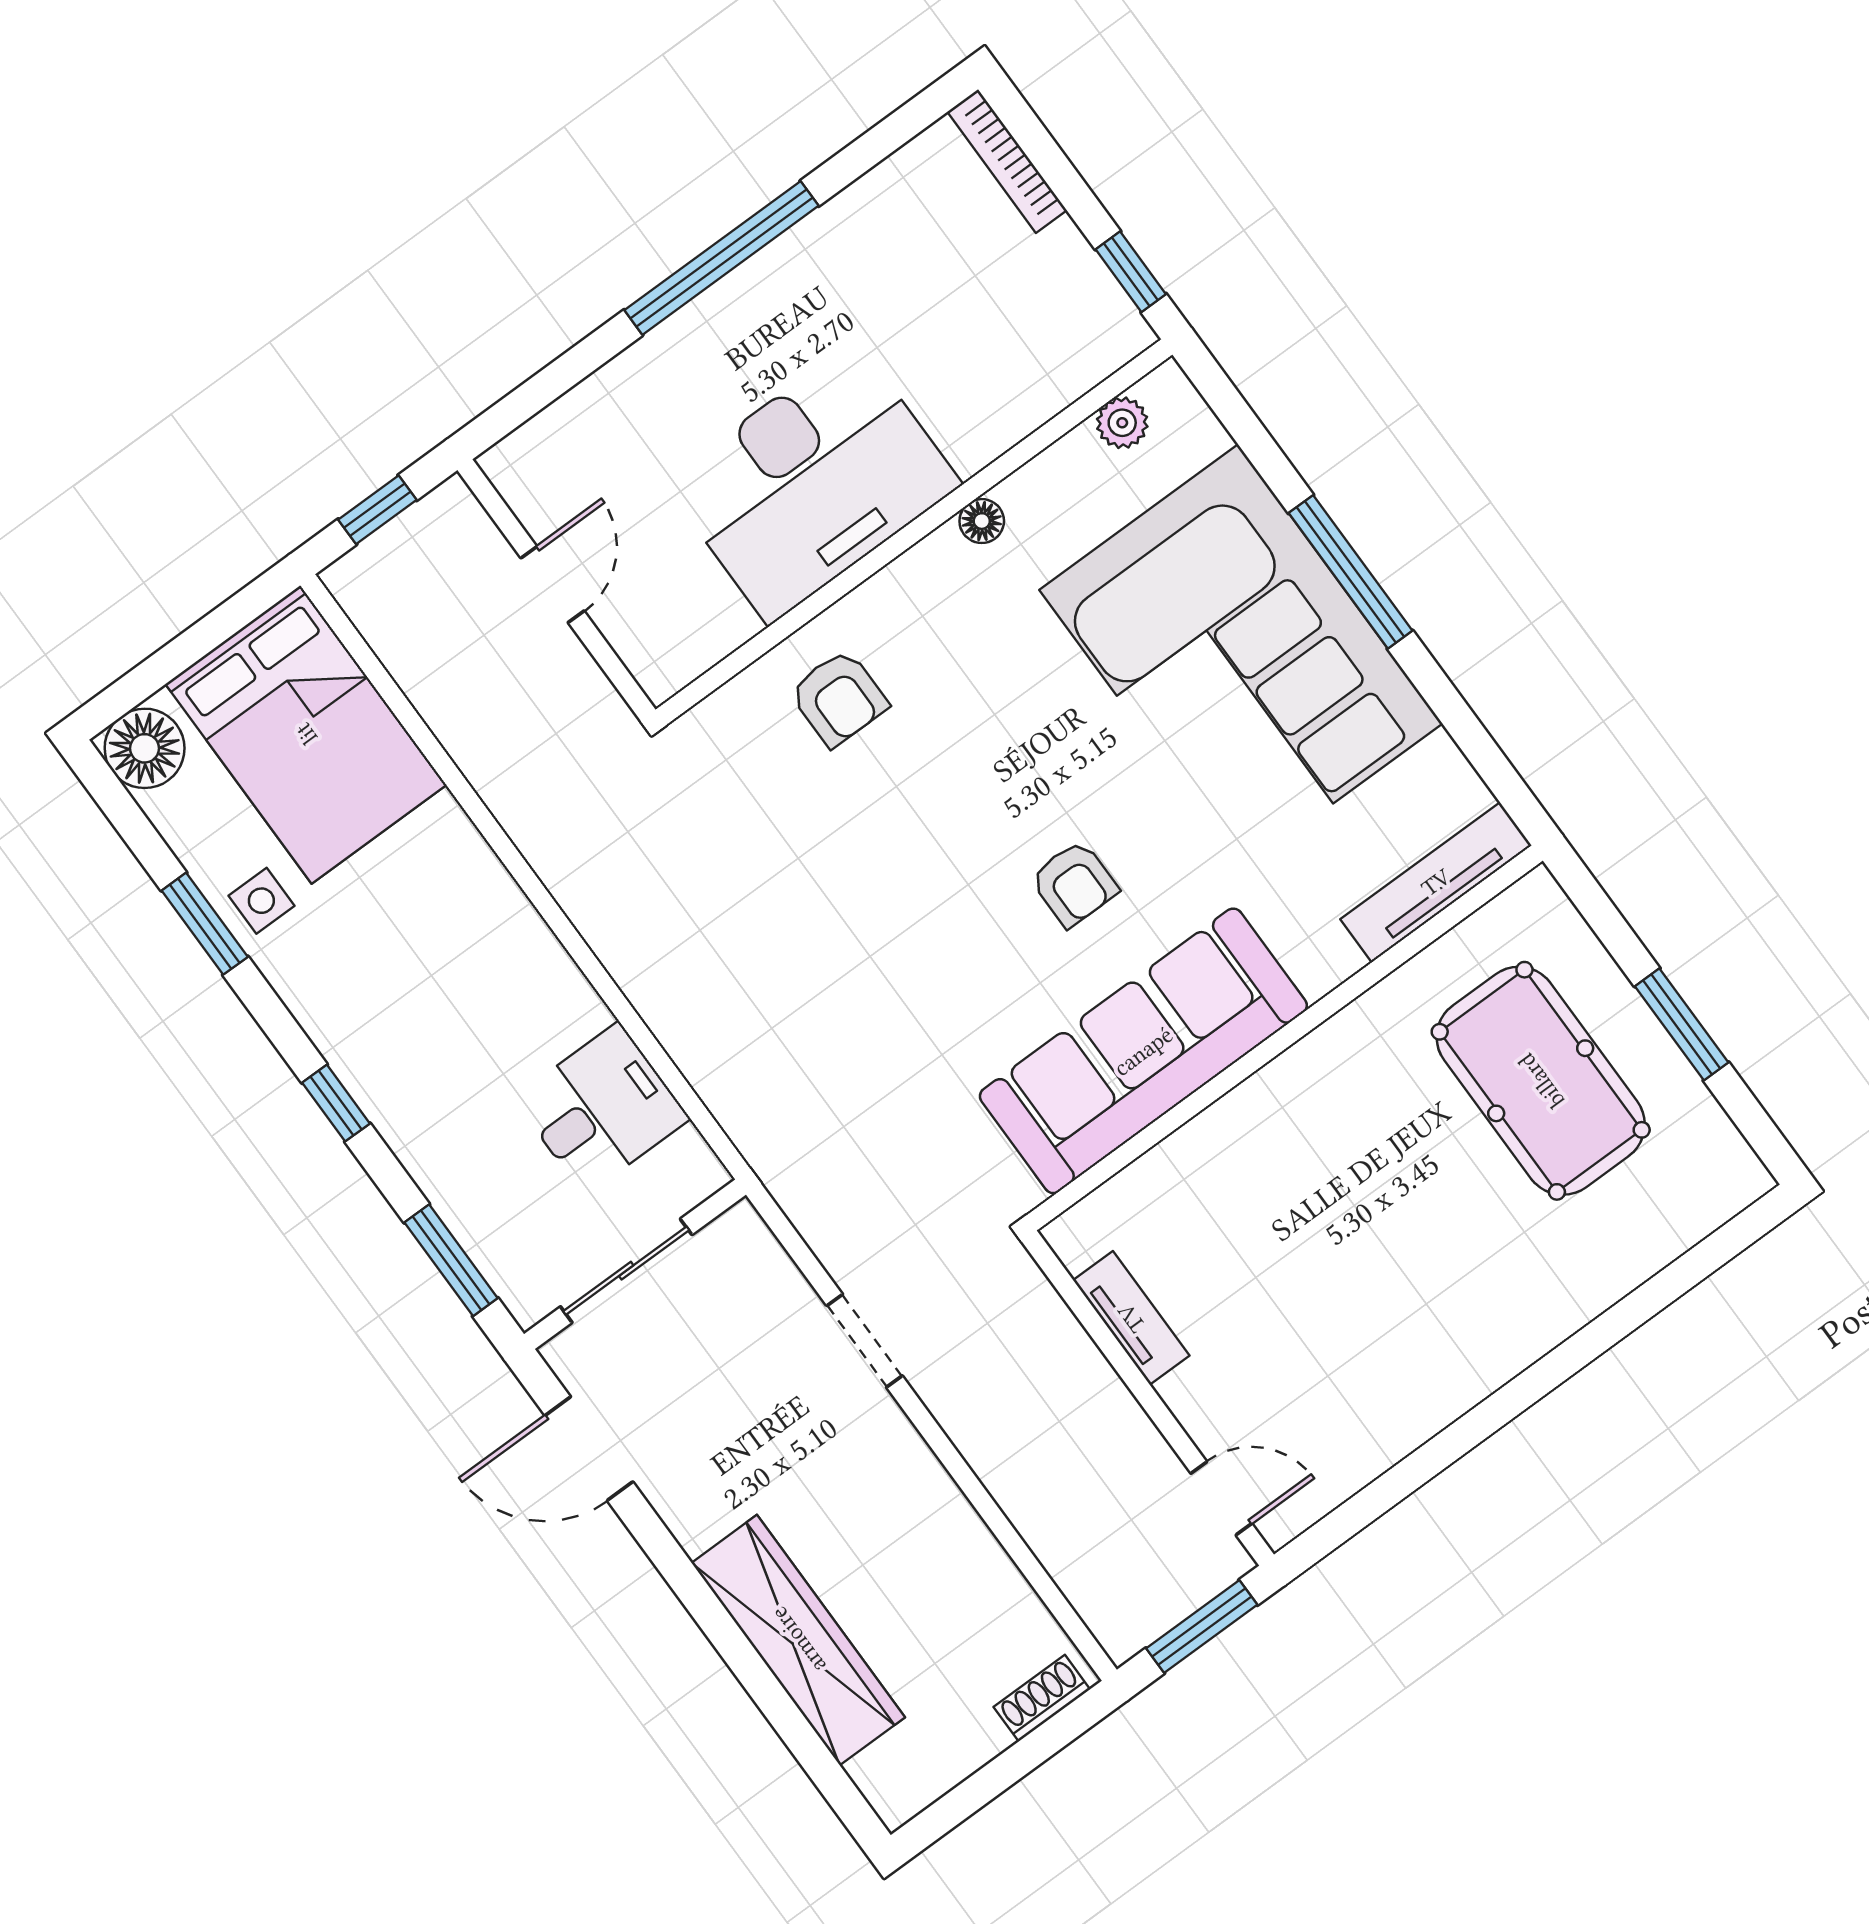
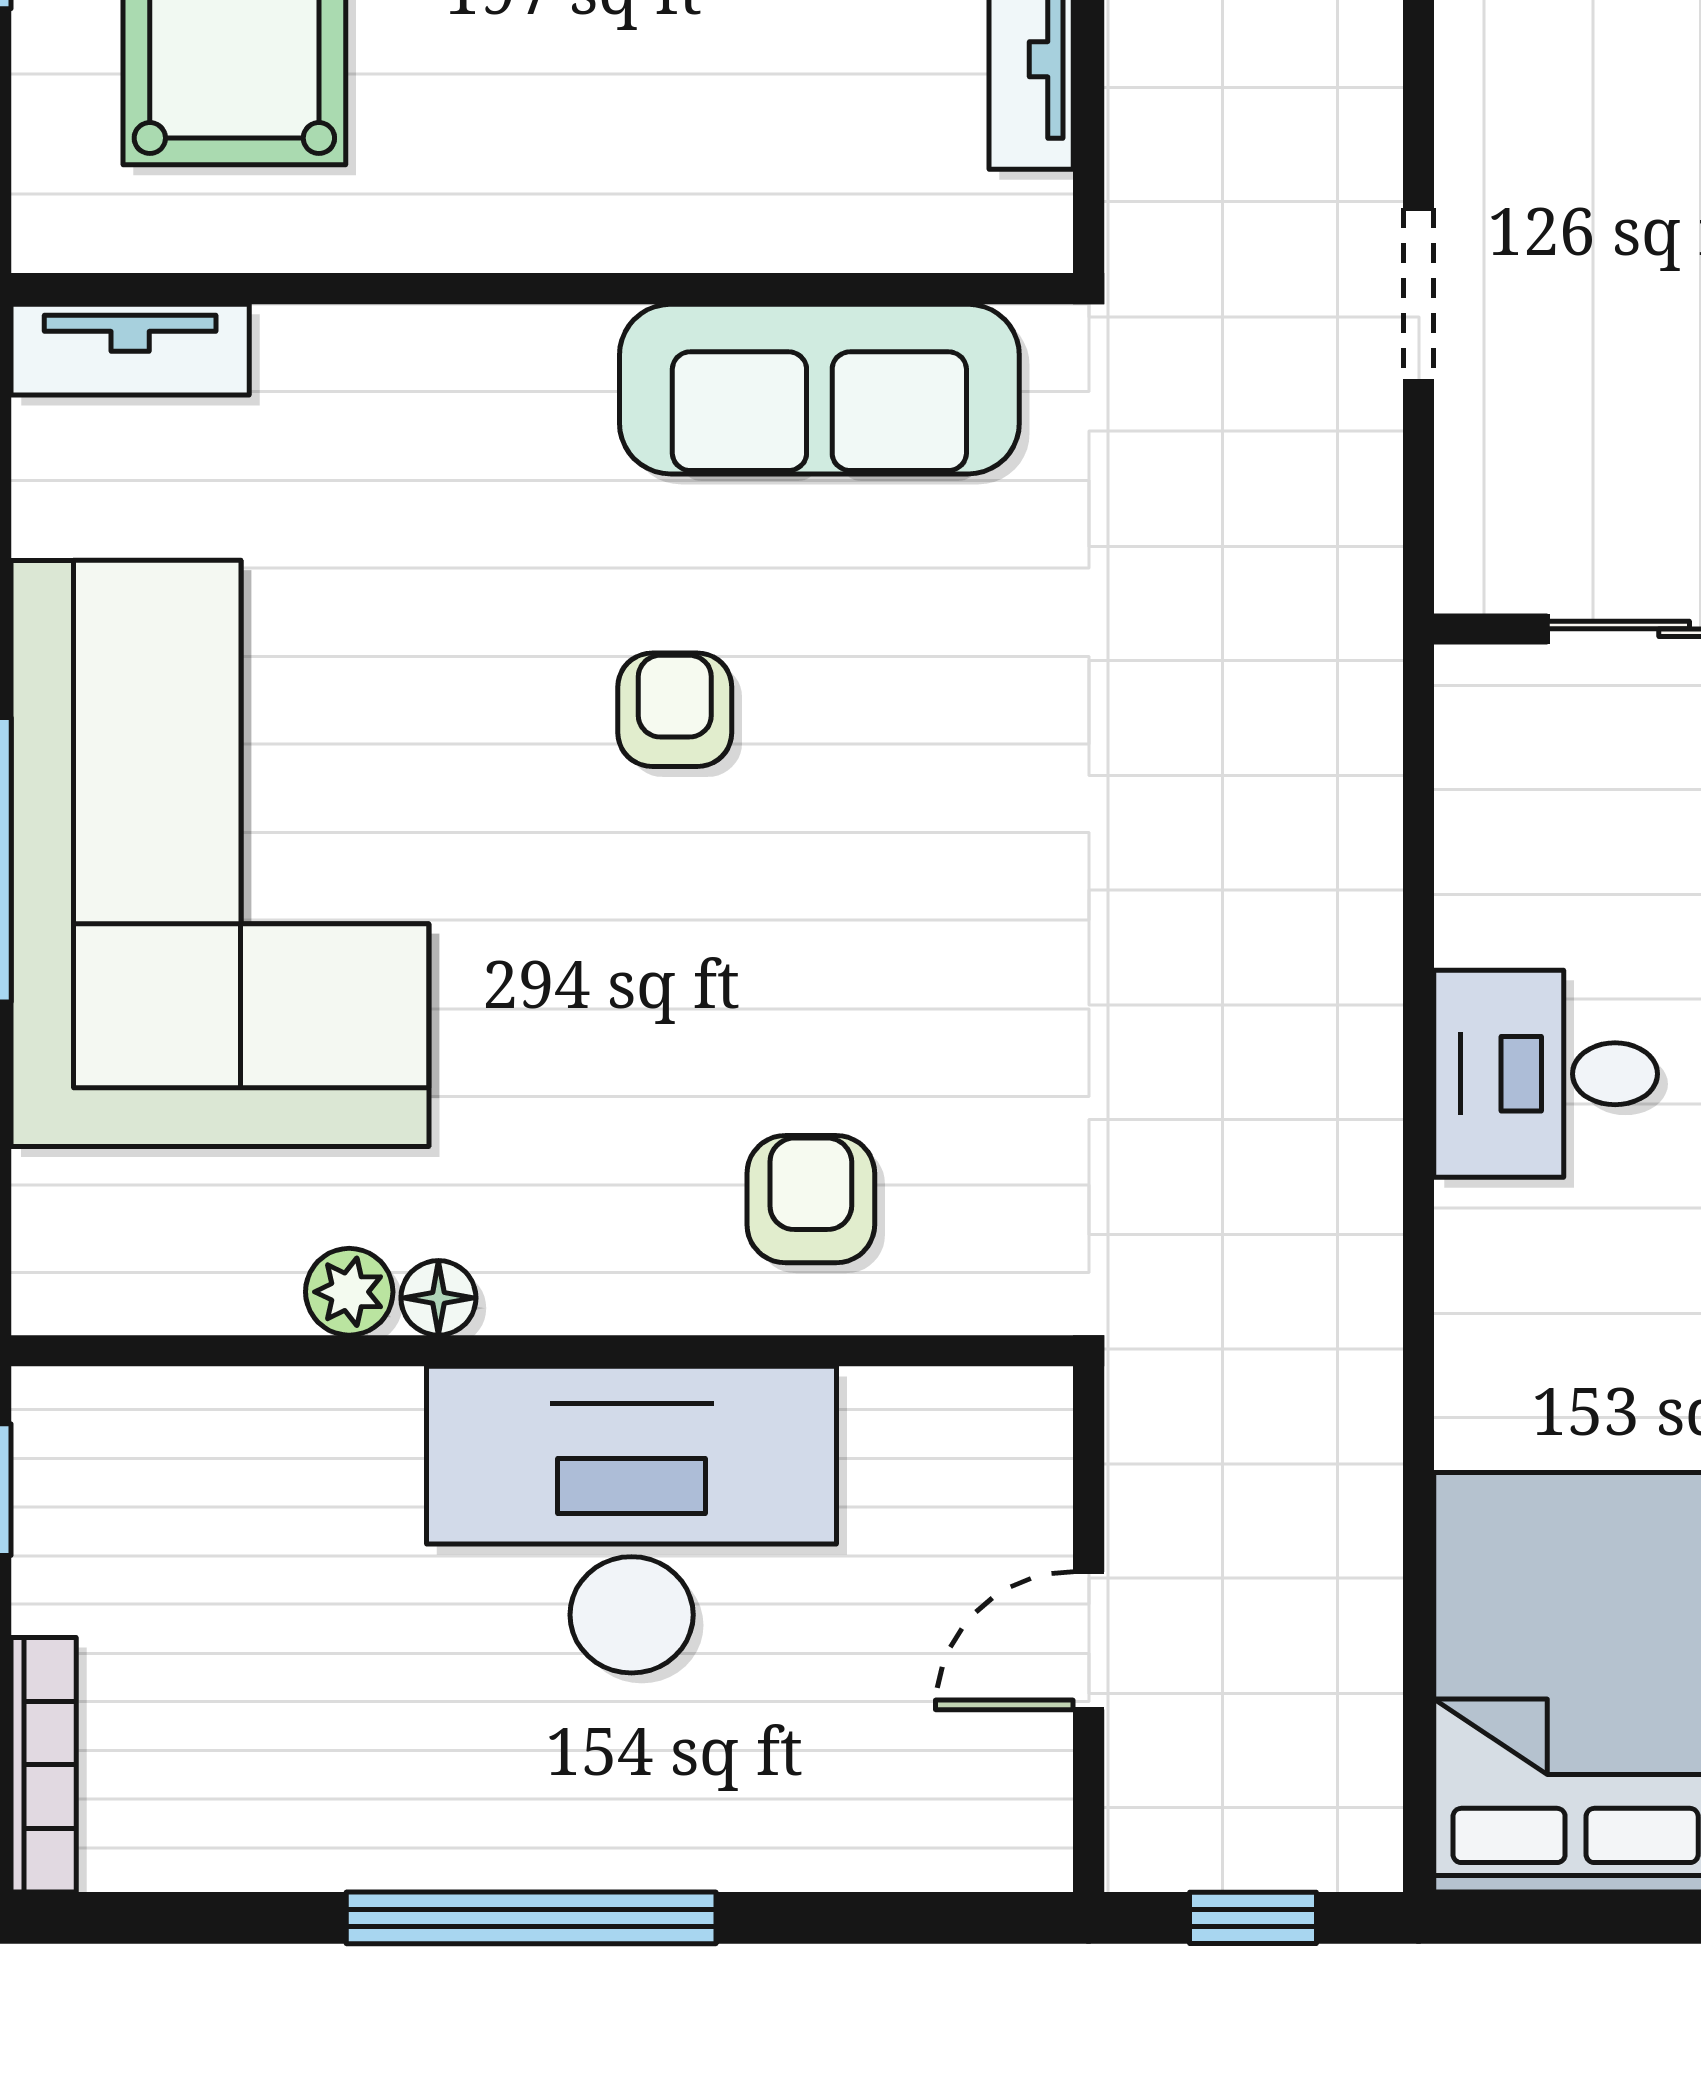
plant: (1122, 423) -> (349, 1292), moved
tv unit: (1436, 882) -> (130, 350), width x0.71
sofa: (1143, 1051) -> (819, 389), width x0.74, depth x0.79
desk: (602, 1109) -> (1546, 1074), moved

